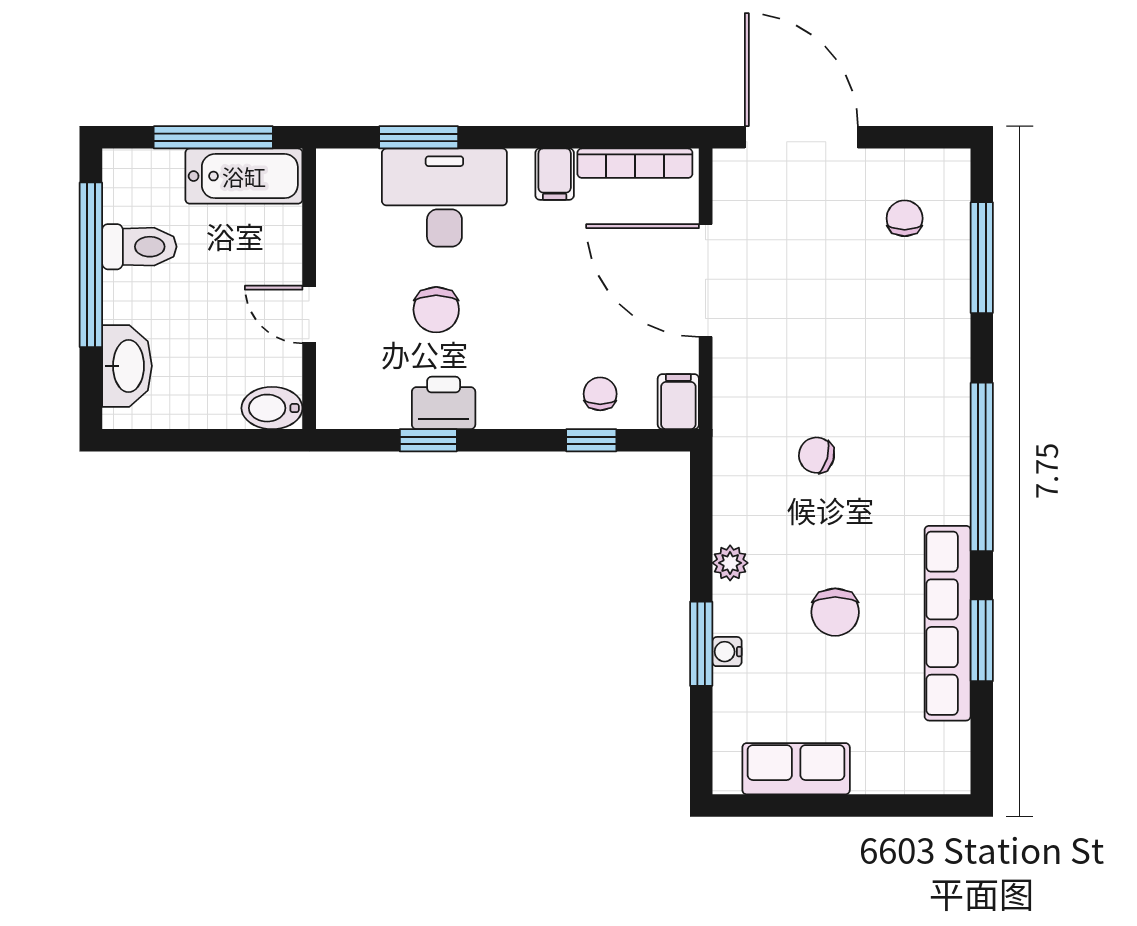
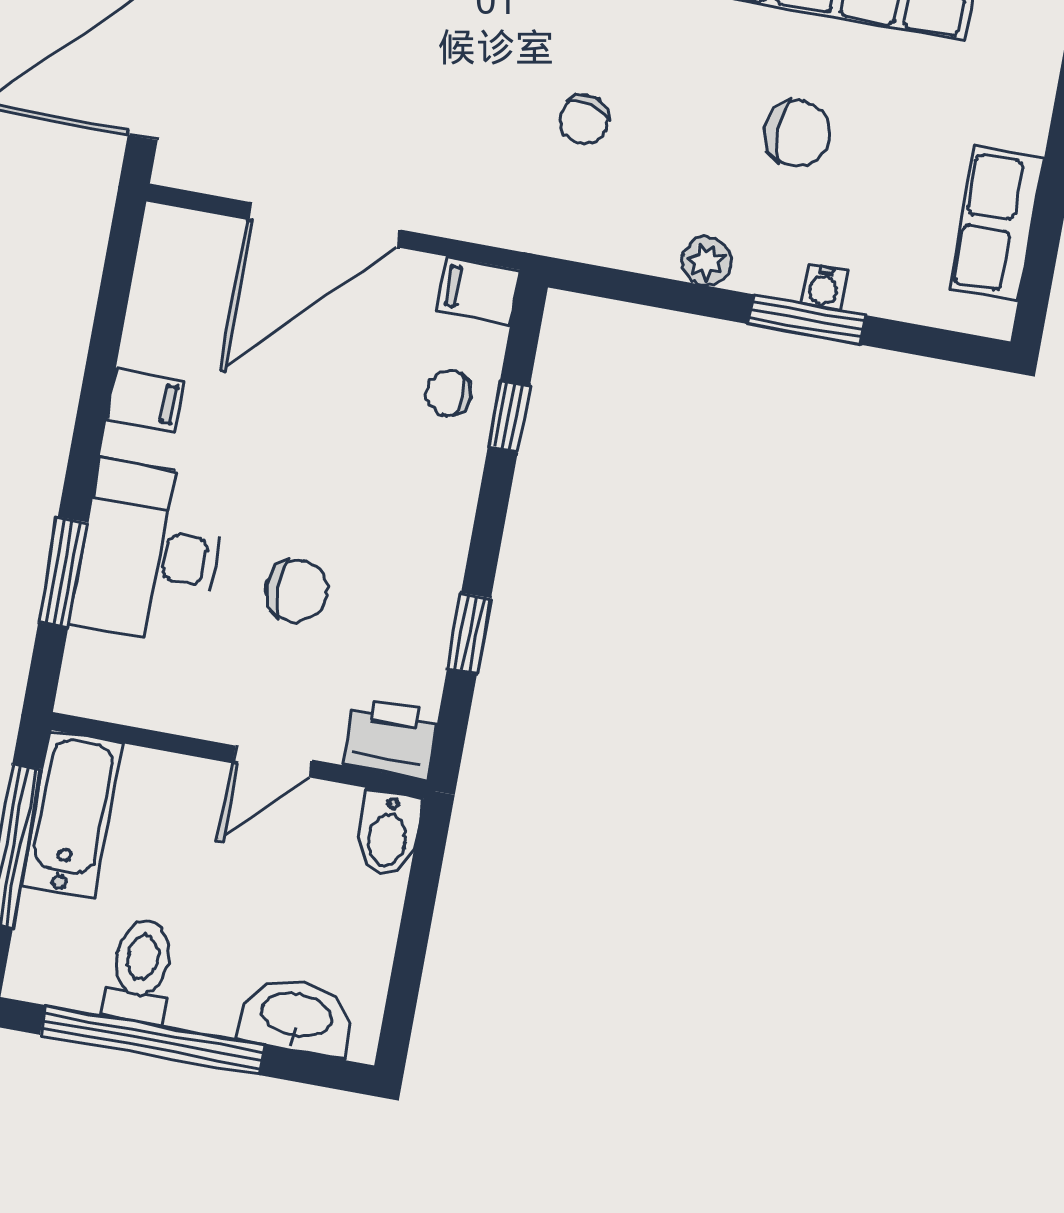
bookcase: (635, 163) -> (150, 290), removed
printer: (444, 403) -> (391, 738), moved, turned 90

